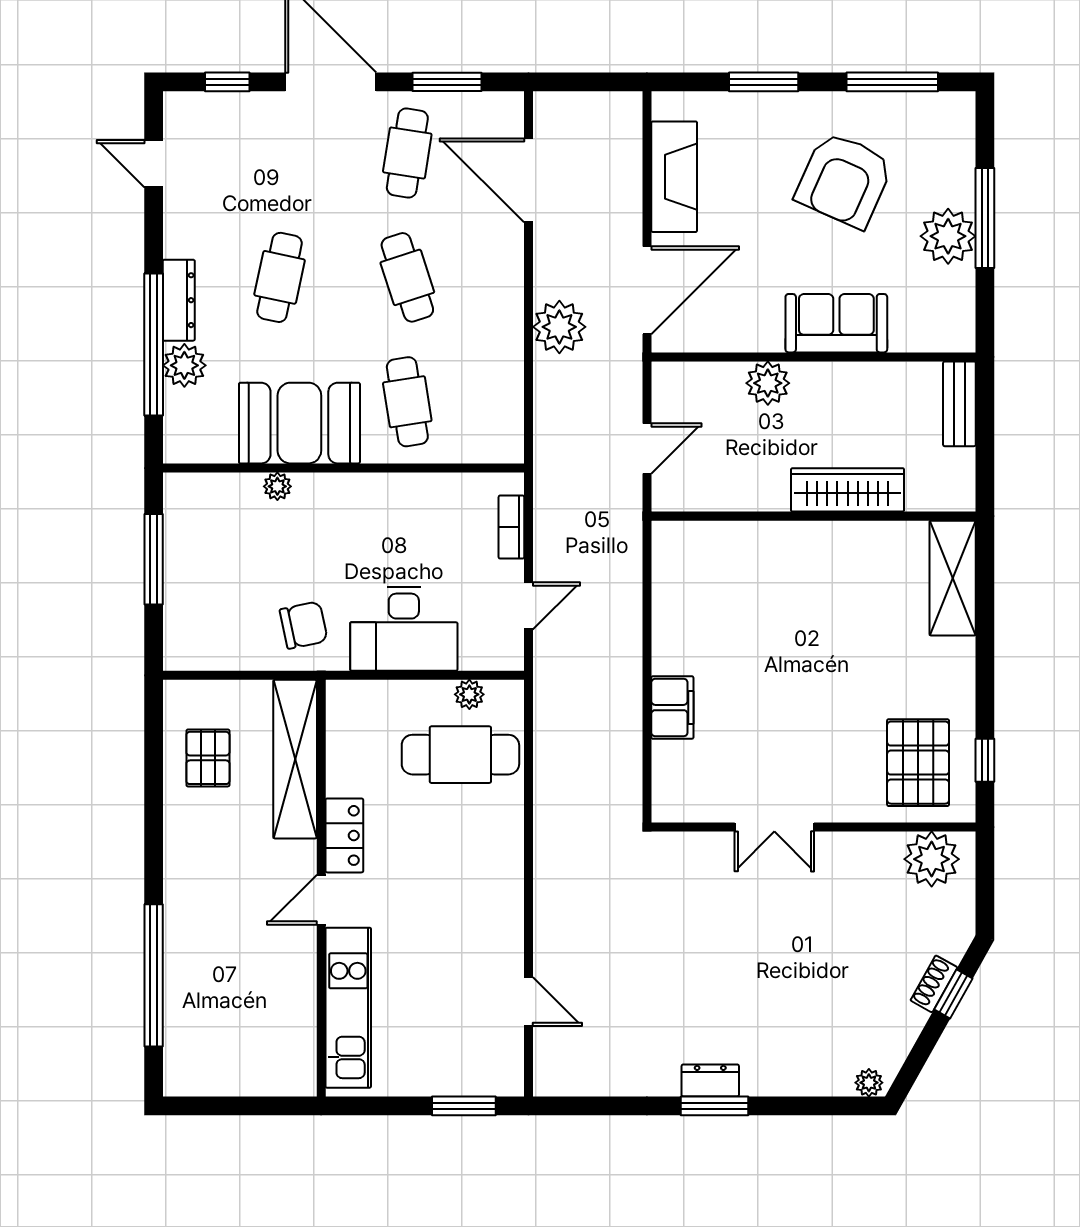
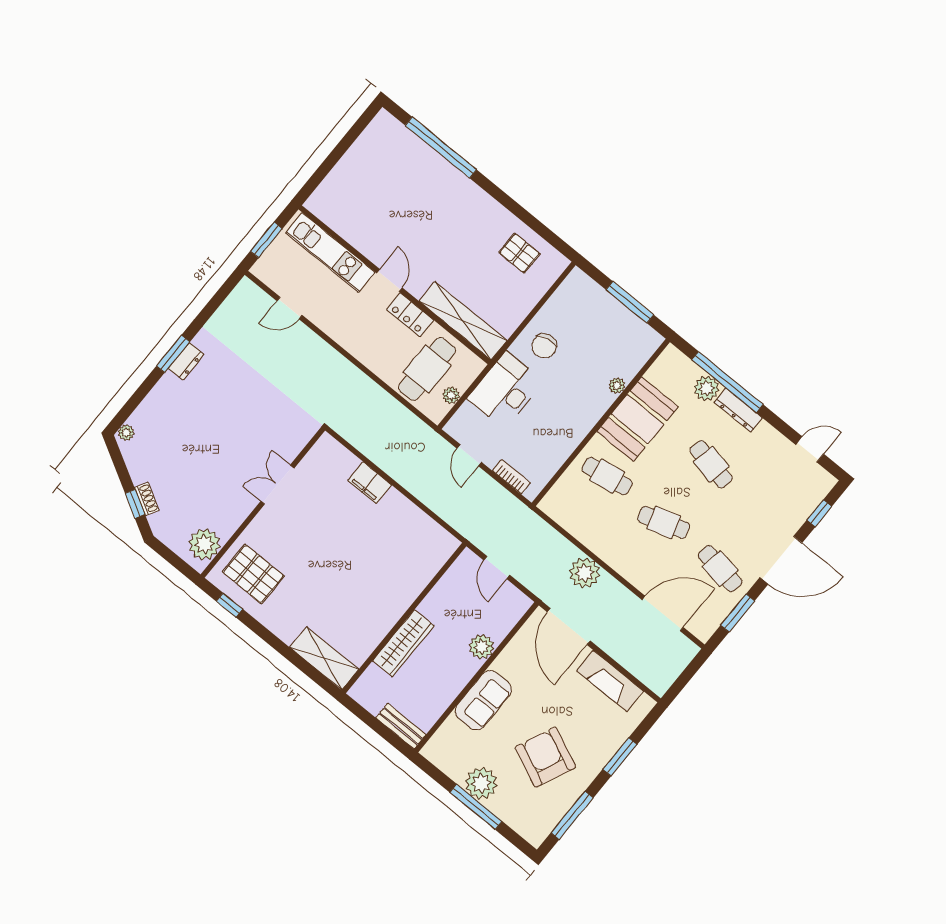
shelving: (295, 759) -> (463, 321), moved
locker: (344, 835) -> (410, 315), moved
wall: (321, 888) -> (395, 285), moved
door: (321, 900) -> (389, 280), moved
kitchen unit: (348, 1008) -> (330, 253), moved

